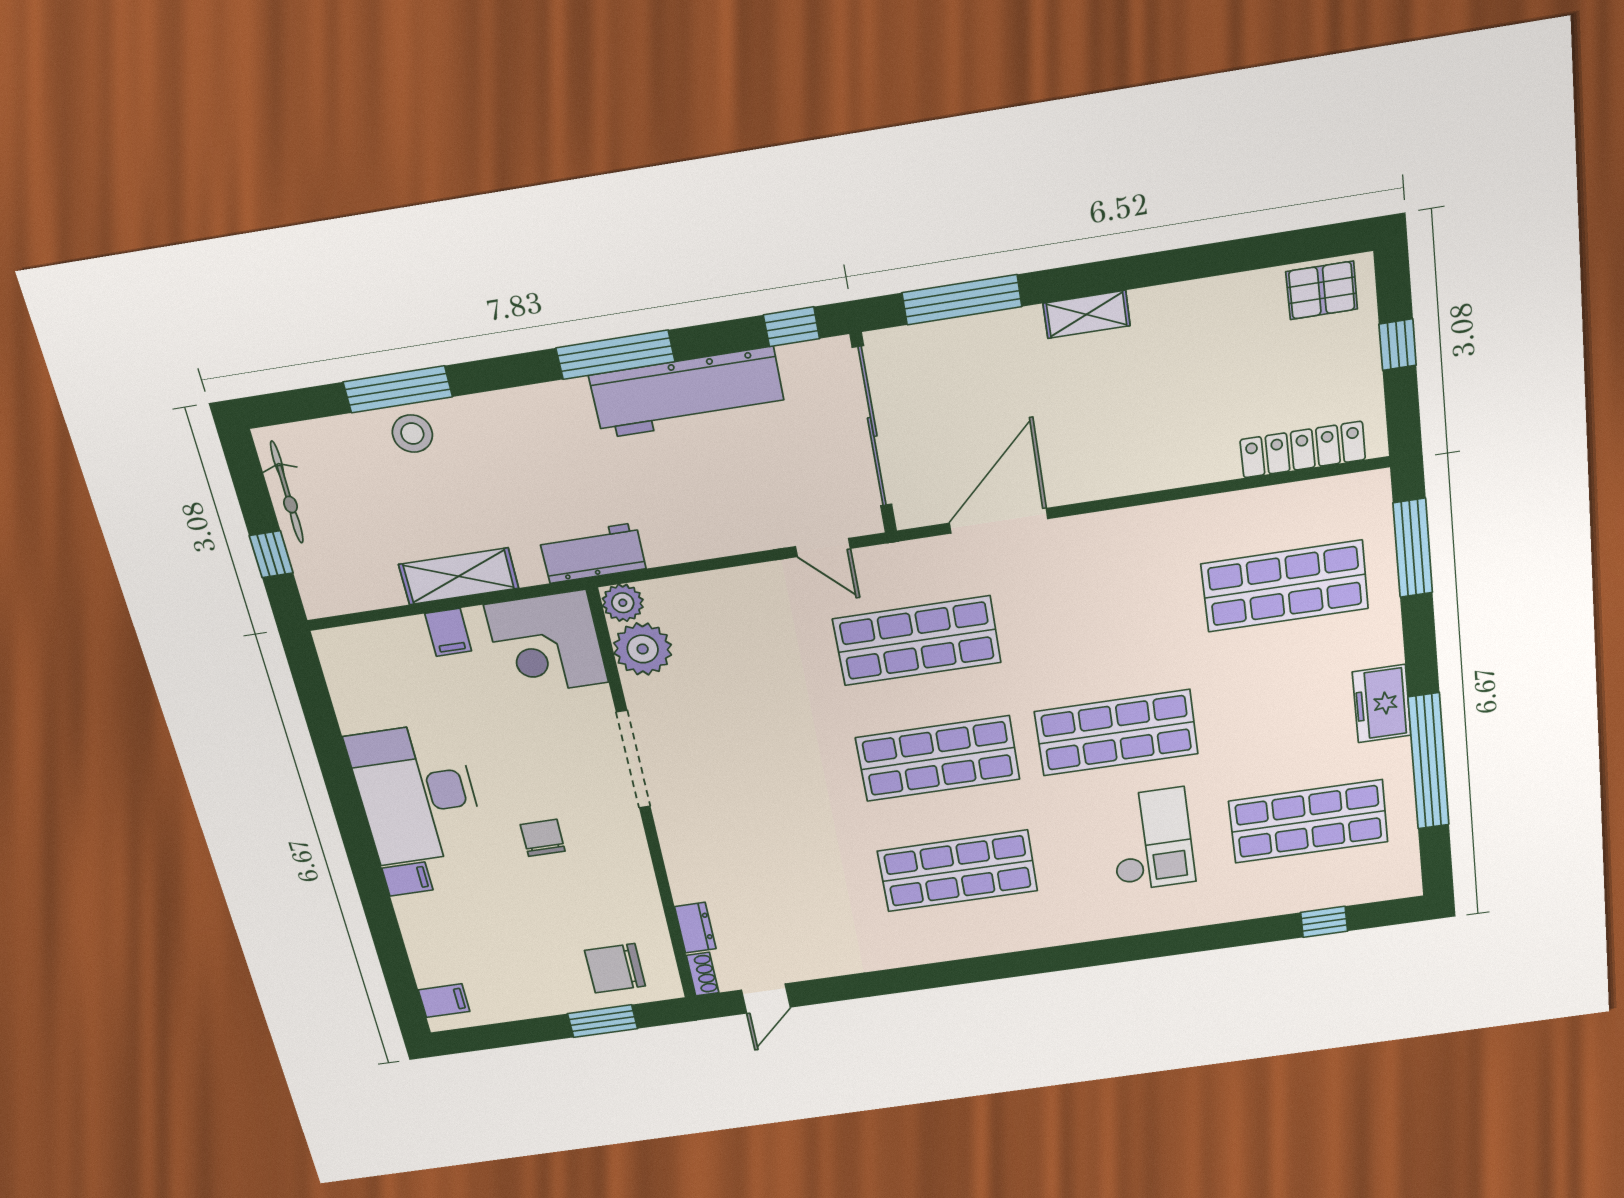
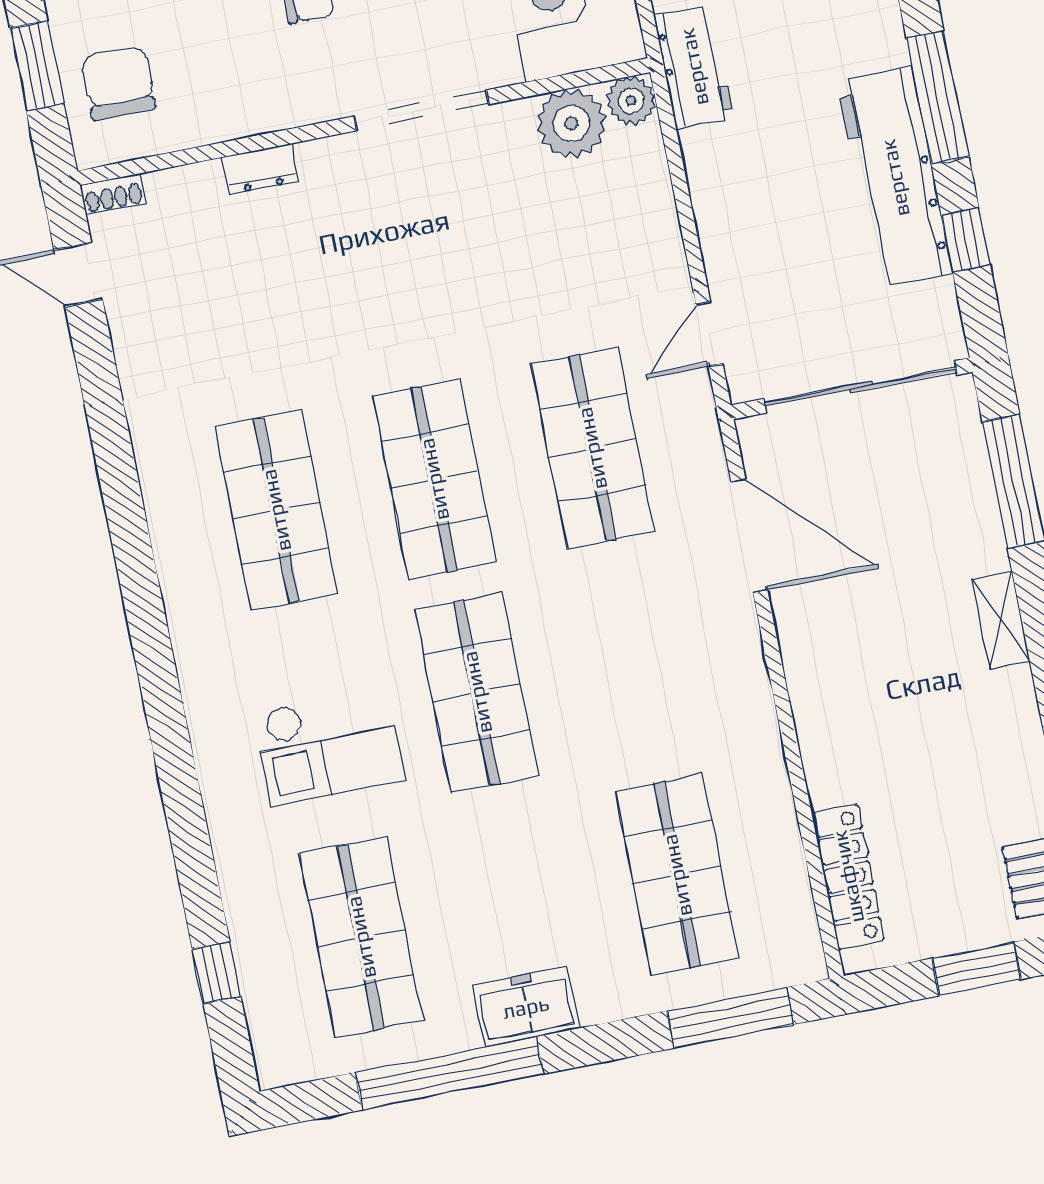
window: (791, 327) -> (966, 240), moved
window: (1398, 345) -> (976, 969), width x1.50
dresser: (695, 928) -> (260, 169), moved

